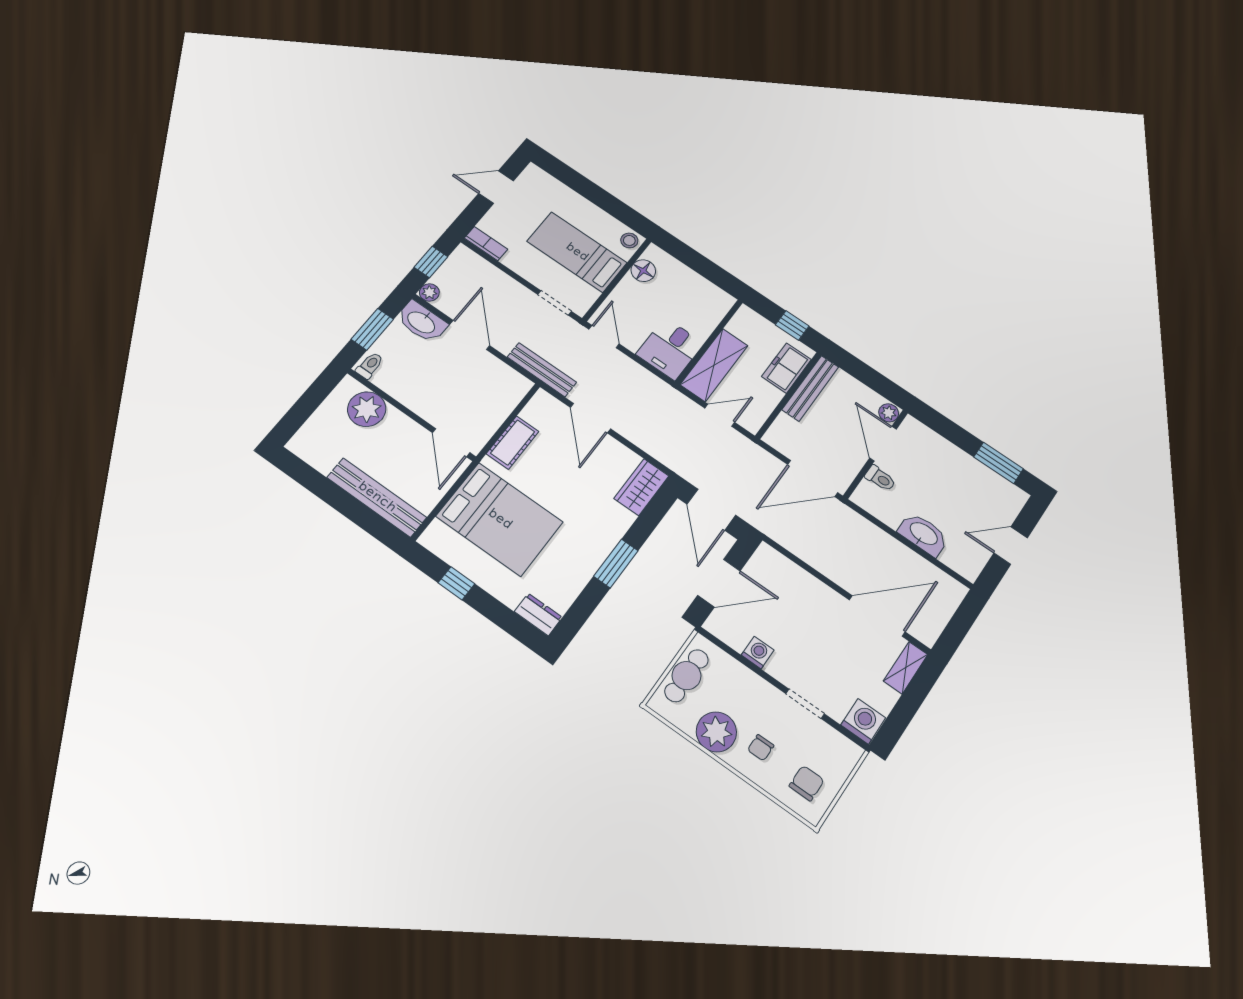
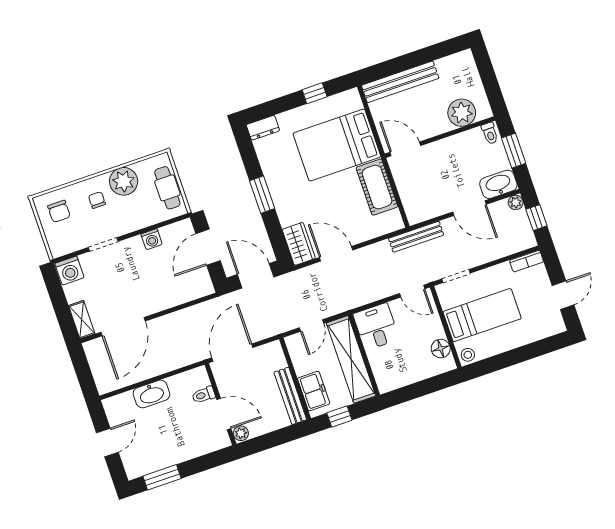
shelving: (714, 365) -> (351, 359), width x1.47
door: (590, 418) -> (336, 254), moved
cot: (513, 443) -> (377, 187), width x1.37, depth x1.34

